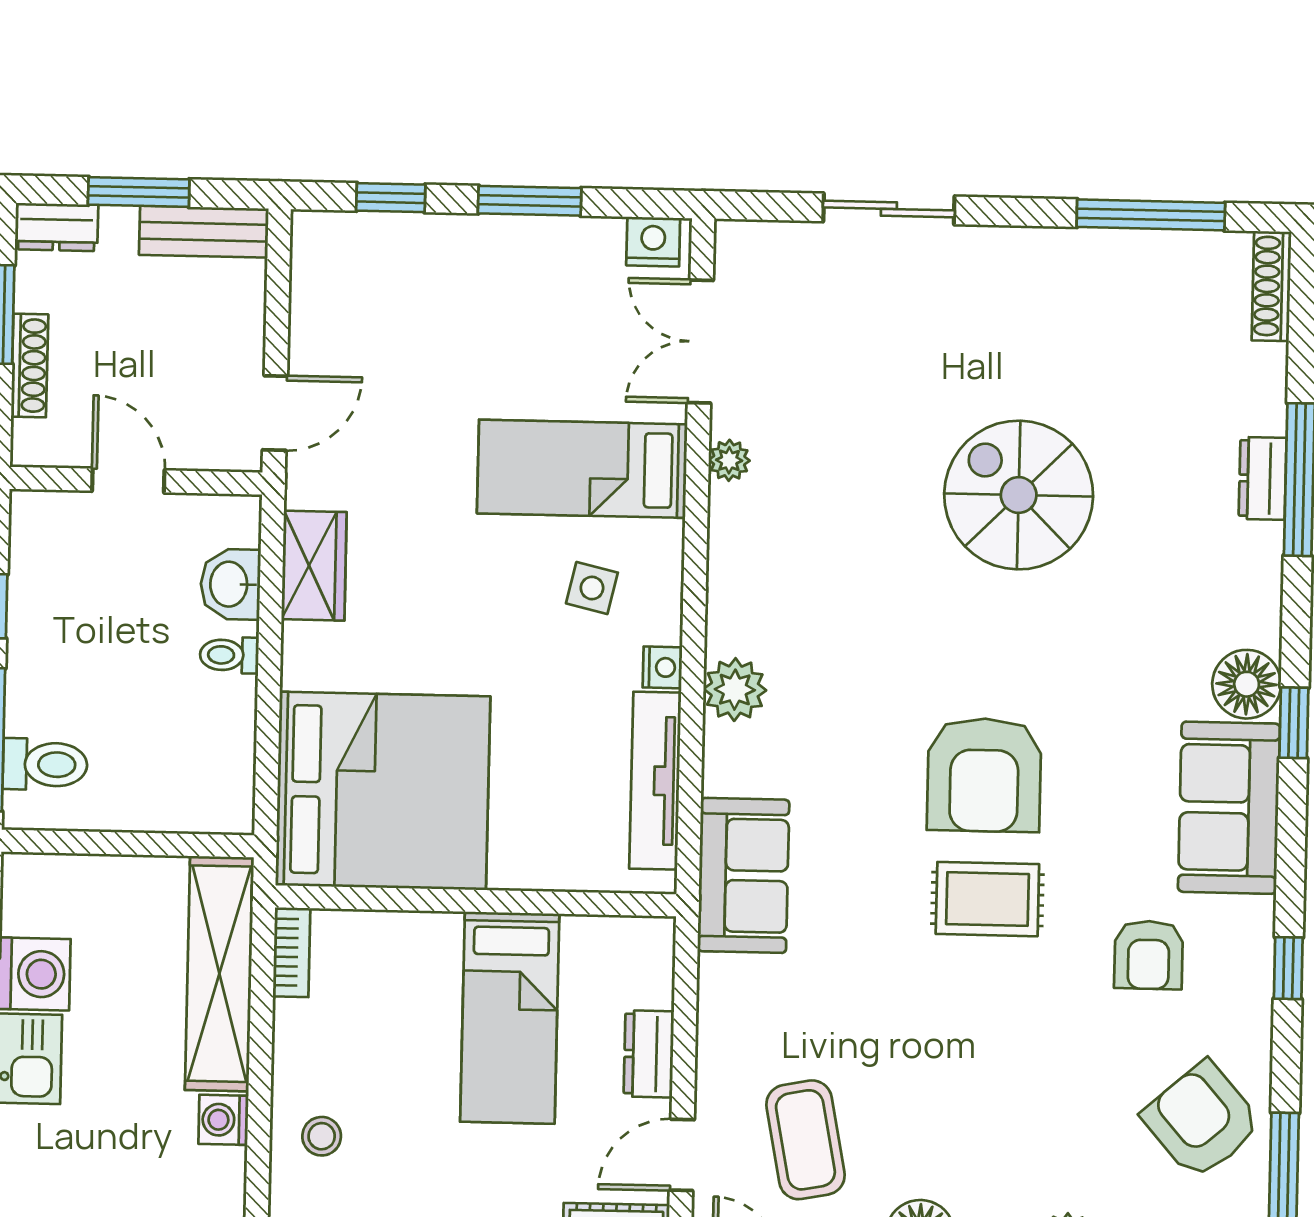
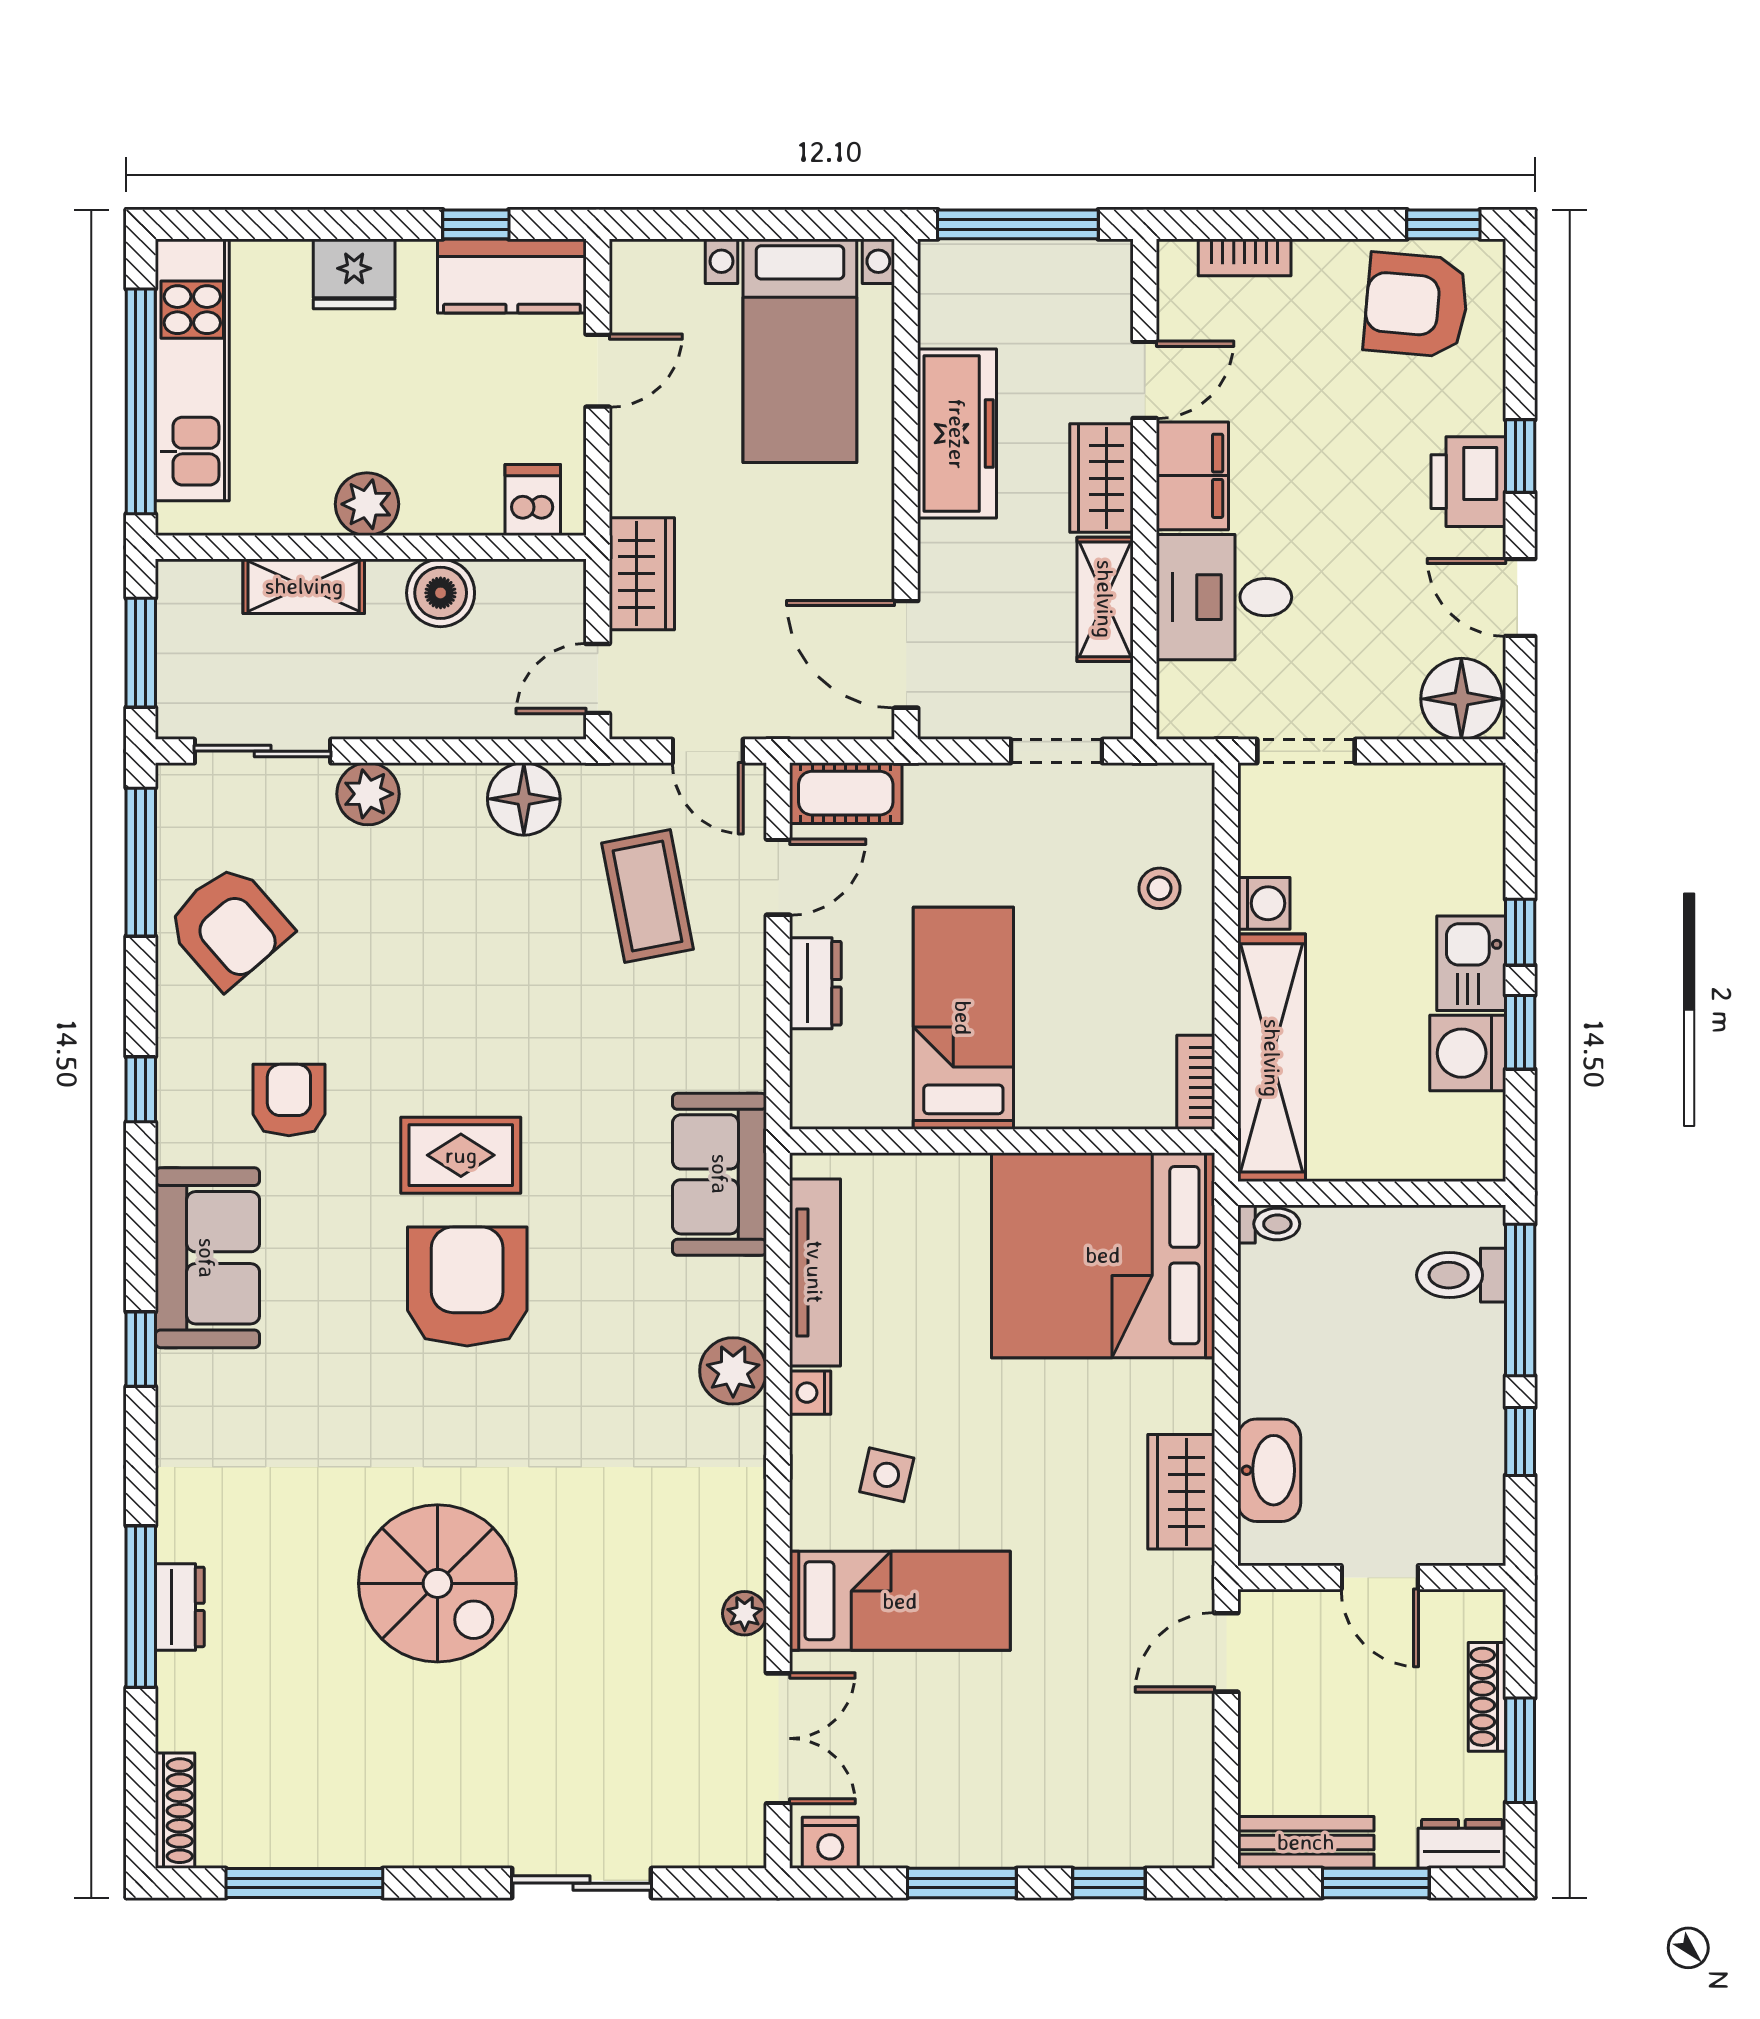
washbasin: (230, 584) -> (1269, 1470), width x1.38
toilet: (229, 655) -> (1269, 1224), moved
floor lamp: (1247, 684) -> (192, 1389), removed

